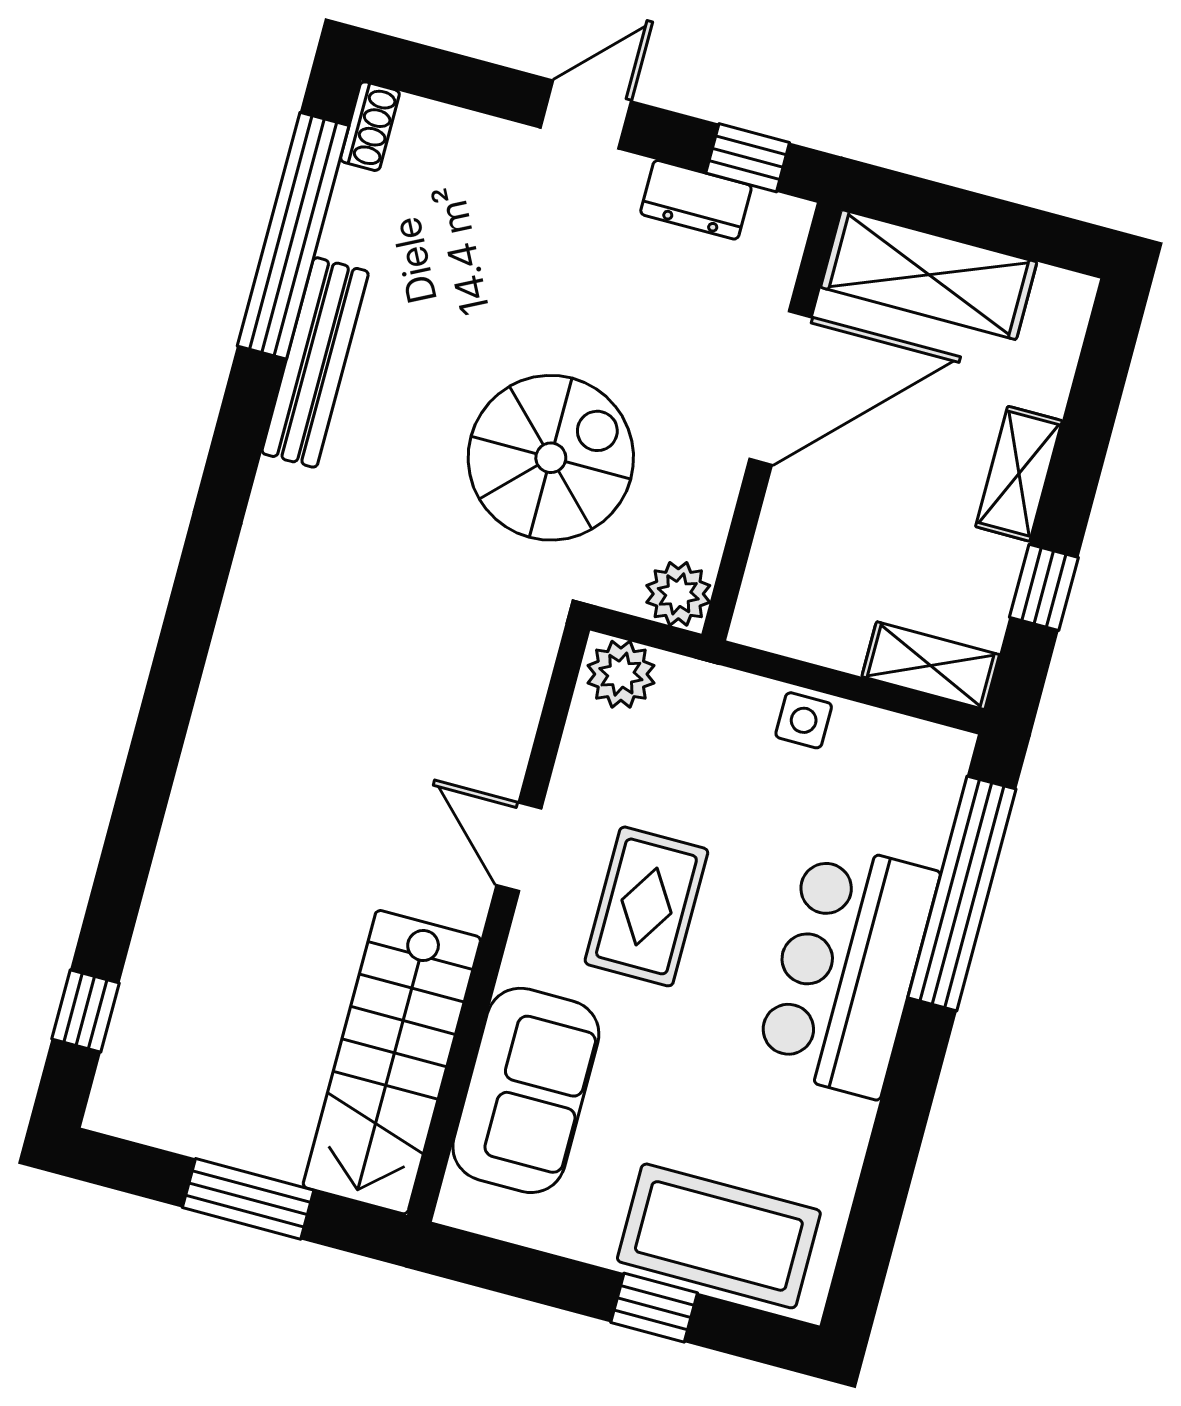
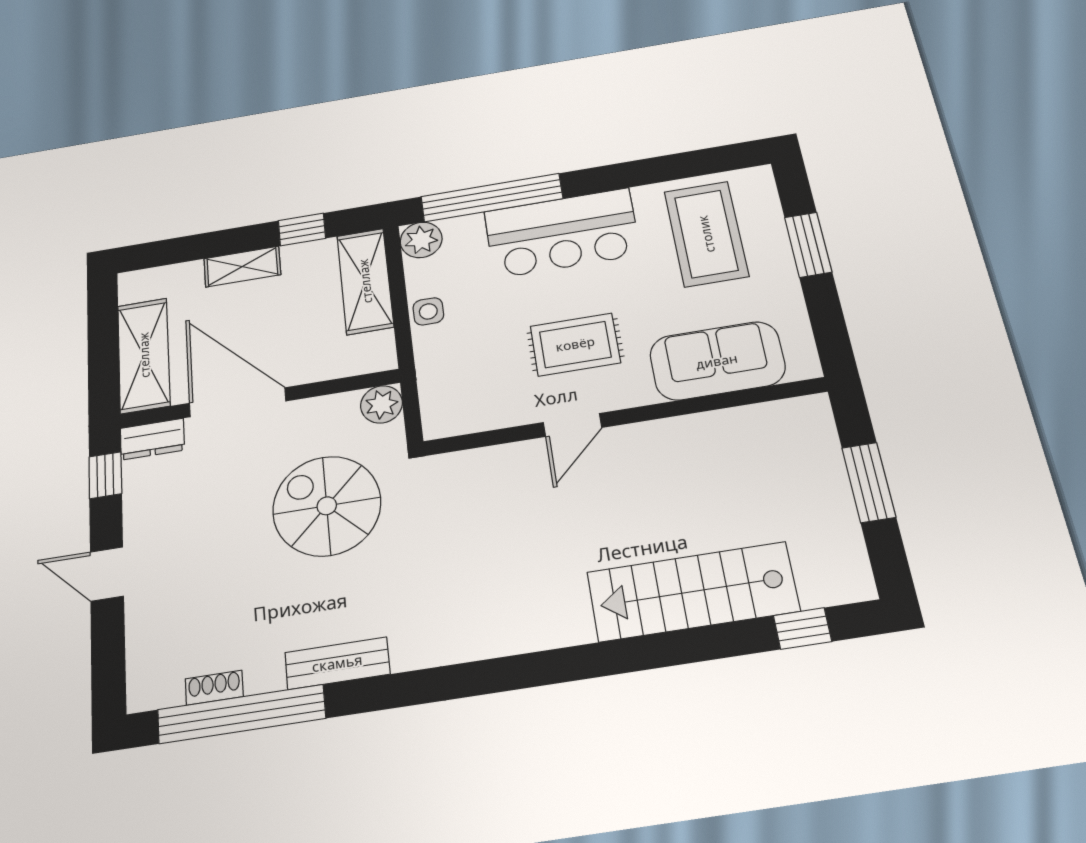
shoe rack: (370, 126) -> (214, 688), moved
dresser: (696, 200) -> (152, 439), moved, turned 90
bench: (315, 362) -> (337, 663), width x0.73
shelving: (931, 666) -> (365, 281), width x1.50, depth x1.33
plant: (621, 674) -> (421, 240), moved
stairs: (392, 1062) -> (693, 592), moved, turned 180
coffee table: (719, 1236) -> (706, 234), moved
window: (654, 1308) -> (808, 245), width x1.50

